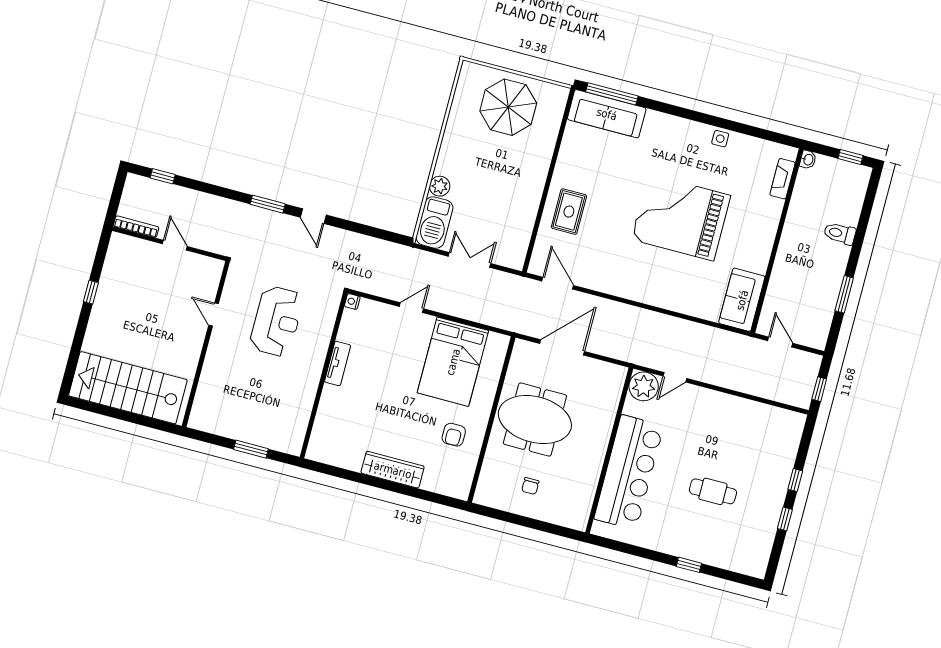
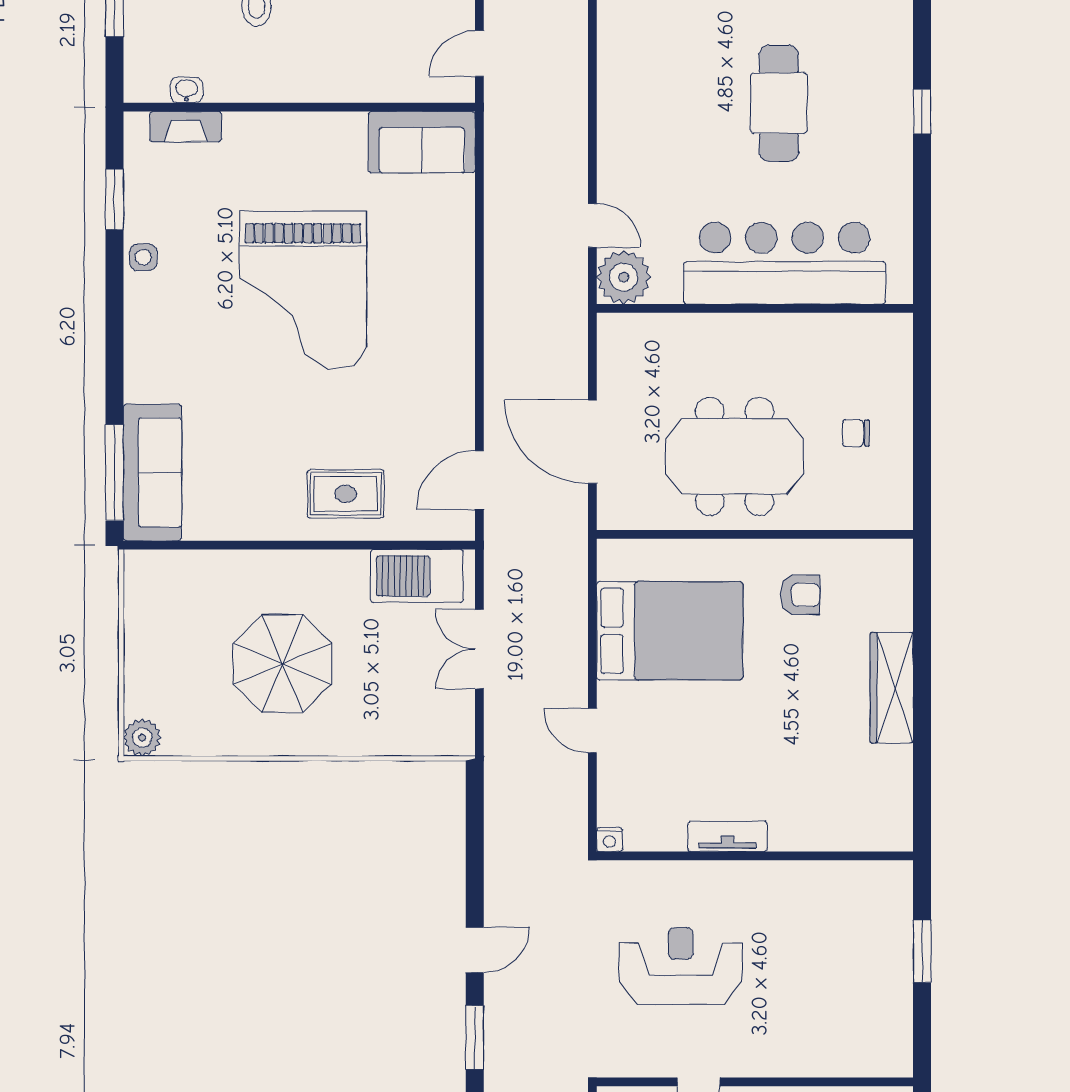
parasol: (508, 107) -> (282, 663), moved
window: (754, 132) -> (115, 199), added
washbasin: (808, 160) -> (187, 90), moved
plant: (440, 186) -> (142, 738), moved
barbecue: (434, 223) -> (417, 576), moved, turned 180
meeting table: (535, 420) -> (735, 456), turned 90
chair: (530, 486) -> (856, 433), turned 180
cafe table: (713, 491) -> (779, 103), width x1.37, depth x1.35

